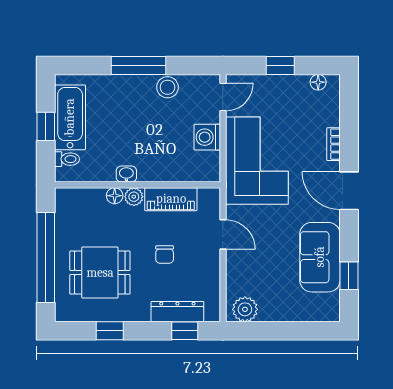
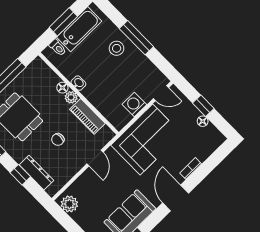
floor lamp: (318, 82) -> (203, 121), moved
stool: (168, 87) -> (117, 48), moved
window: (46, 126) -> (63, 22), width x1.50
window: (185, 331) -> (20, 175), moved

